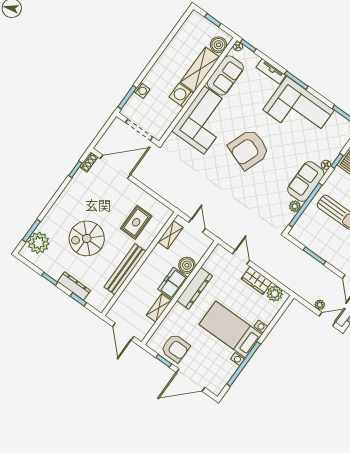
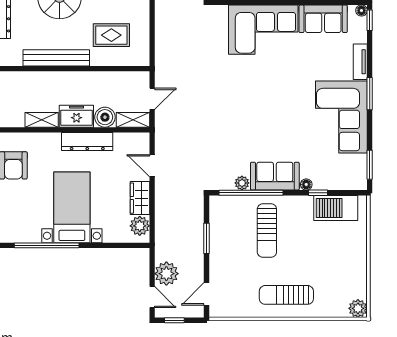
armchair: (249, 149) -> (266, 96), removed
shelving: (170, 235) -> (133, 120), moved
door: (241, 257) -> (152, 166), swing flipped
plant: (320, 305) -> (166, 274), width x1.87, depth x1.87

